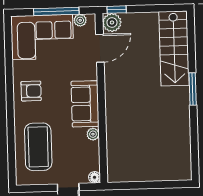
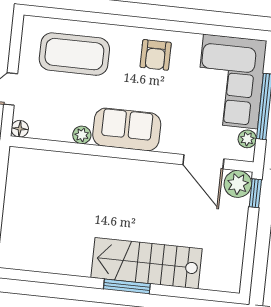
stairs: (174, 49) -> (147, 263), moved

